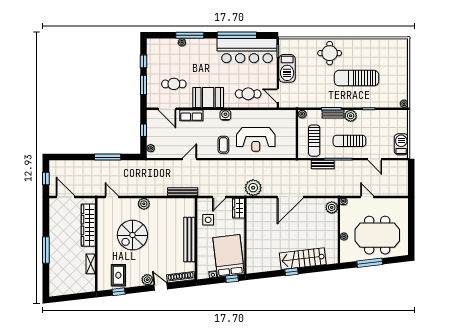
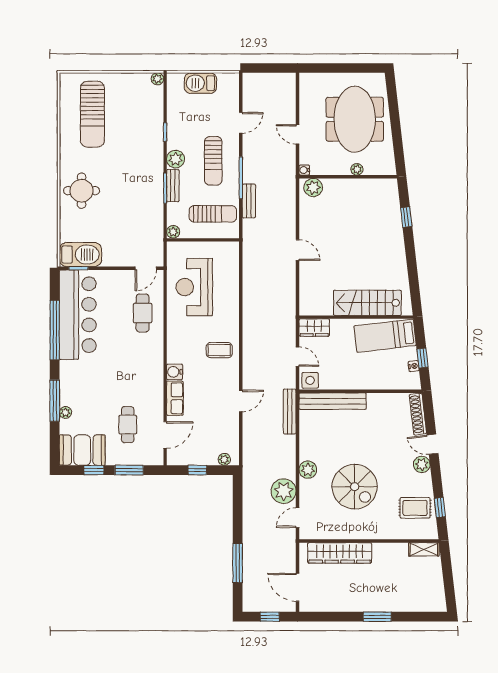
barbecue: (287, 68) -> (80, 255), moved
sun lounger: (357, 78) -> (92, 114), moved
booth: (208, 98) -> (82, 450), moved, turned 90
water cooler: (225, 115) -> (175, 372), moved
reception desk: (256, 139) -> (194, 287), moved, turned 180
barbecue: (401, 144) -> (200, 83), moved
window: (108, 157) -> (238, 563), moved
door: (190, 159) -> (241, 401), swing flipped
plant: (253, 188) -> (284, 491), moved
door: (65, 197) -> (298, 587), hinge flipped
door: (290, 197) -> (298, 250), width x0.53
door: (367, 197) -> (298, 134), hinge flipped
side table: (208, 220) -> (310, 380), moved
bench: (189, 239) -> (333, 401), moved
window: (46, 250) -> (377, 617), width x0.69
bed: (229, 256) -> (385, 336), width x0.67
stairs: (303, 259) -> (367, 303), moved, turned 97
window: (370, 263) -> (396, 130), removed
shelving: (91, 264) -> (424, 549), moved
window: (292, 272) -> (406, 217), moved
window: (232, 279) -> (423, 358), moved
door: (161, 287) -> (432, 444), hinge flipped

